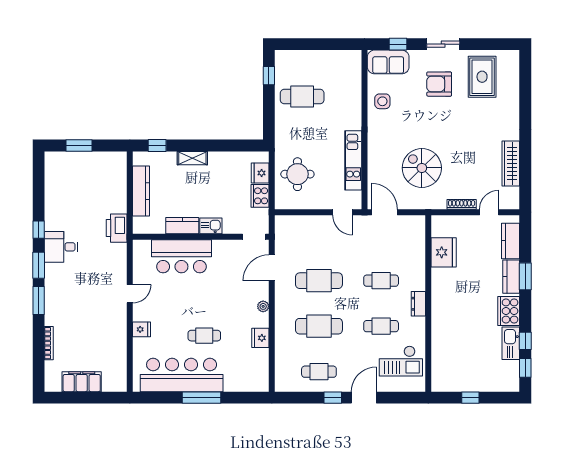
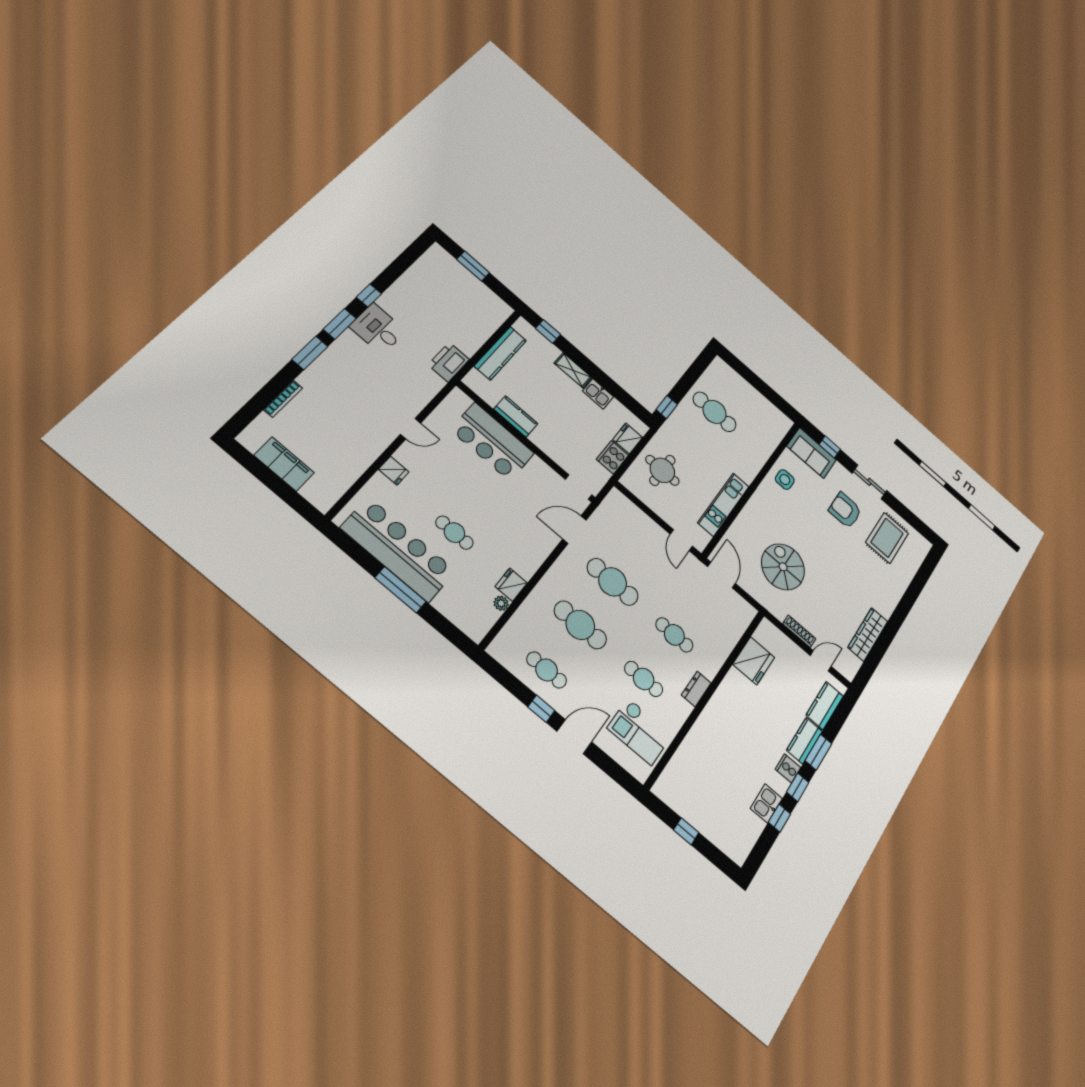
window: (269, 76) -> (667, 407), moved
kitchen sink: (211, 226) -> (598, 394), moved, turned 180
plant: (263, 306) -> (501, 603), moved
cooker: (509, 311) -> (788, 768), width x0.53, depth x0.76
kitchen sink: (511, 343) -> (766, 803), width x0.73
window: (525, 368) -> (798, 787), moved

